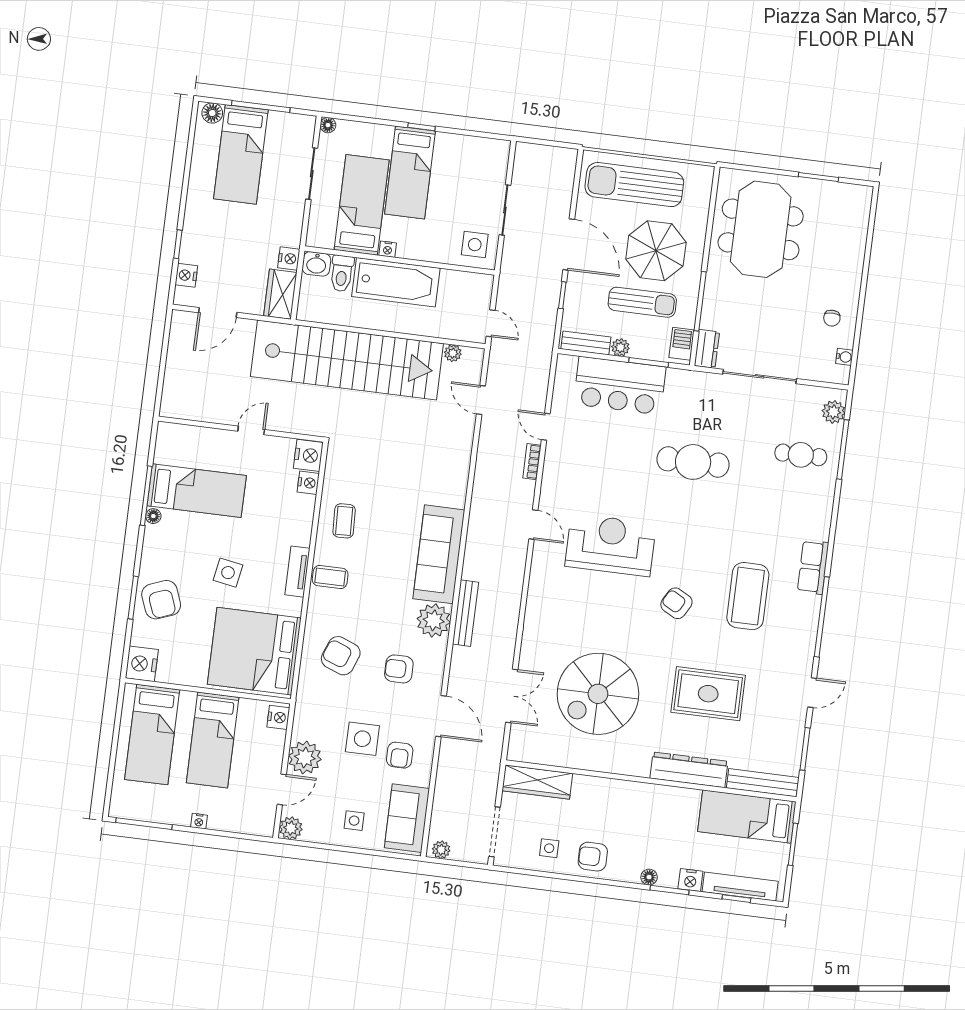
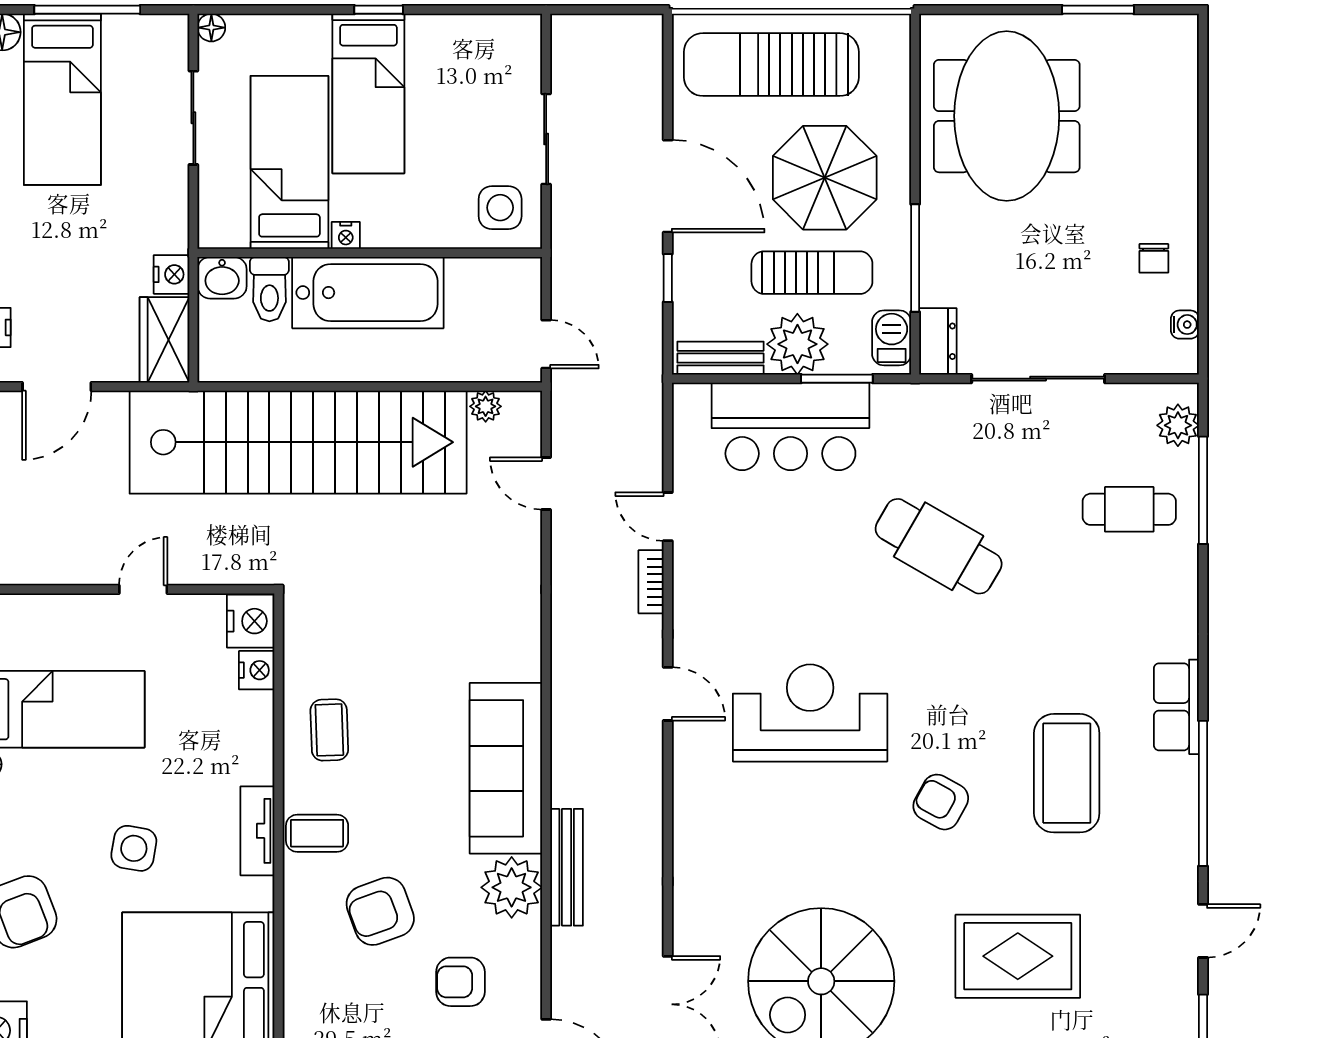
plant: (620, 347) -> (797, 344), width x1.88, depth x1.88
cafe table: (693, 462) -> (939, 546), turned 30
armchair: (341, 656) -> (380, 911), moved, turned -41

